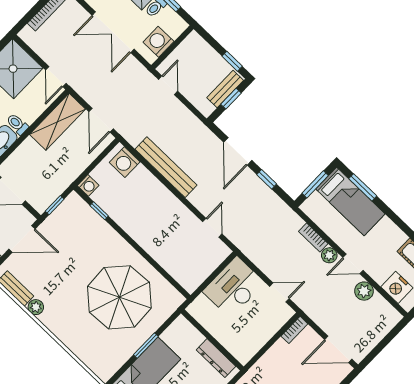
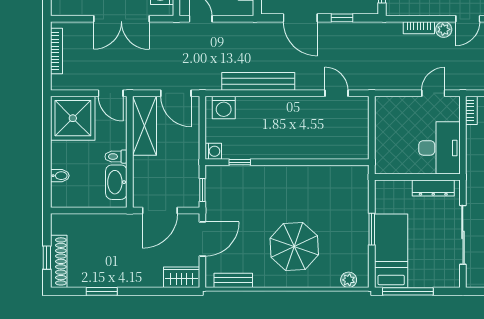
desk: (234, 287) -> (440, 148), moved, turned 180
parasol: (119, 297) -> (294, 247), moved, width x0.73, depth x0.73
plant: (36, 307) -> (349, 280), moved

